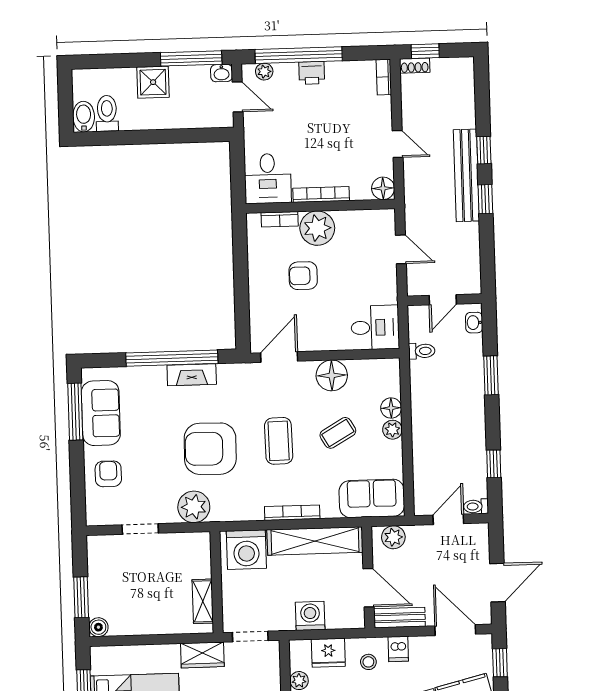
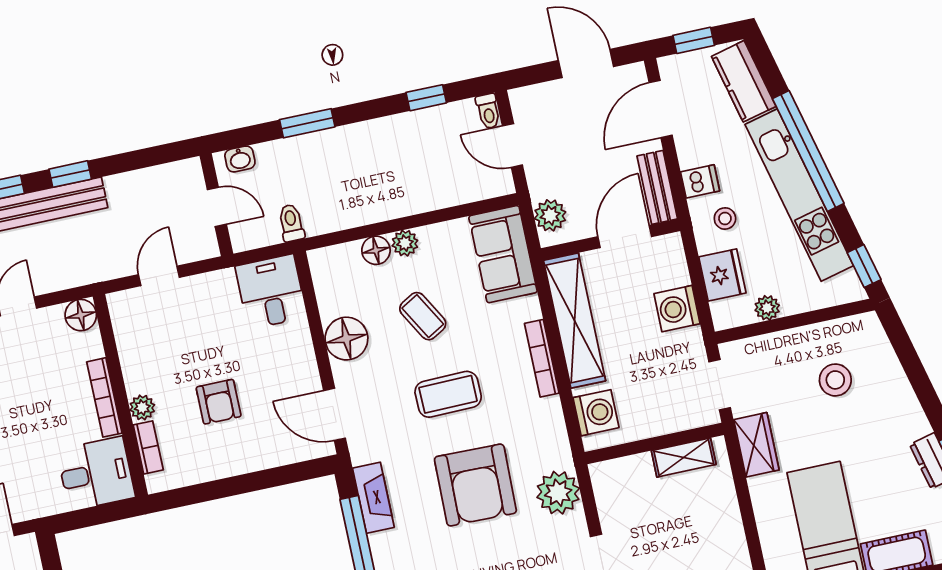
plant: (317, 228) -> (142, 407), width x0.53, depth x0.53
fireplace: (192, 375) -> (373, 498), moved
washing machine: (246, 550) -> (596, 413), width x0.73, depth x0.73

